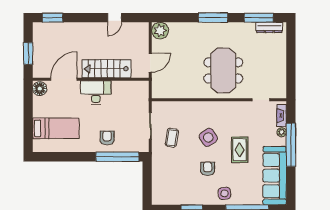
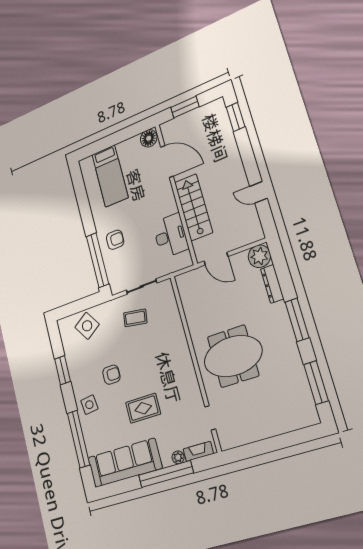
dresser: (269, 27) -> (272, 284), moved
desk: (96, 92) -> (170, 236), moved
side table: (208, 137) -> (87, 326), moved

